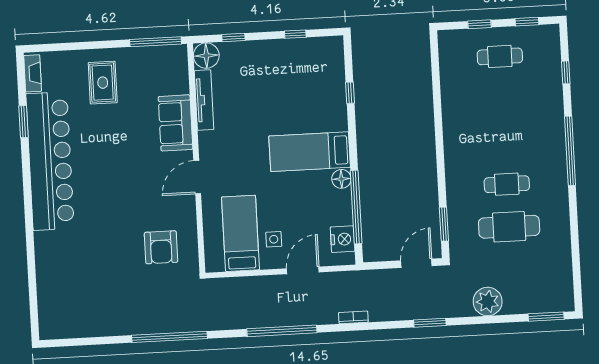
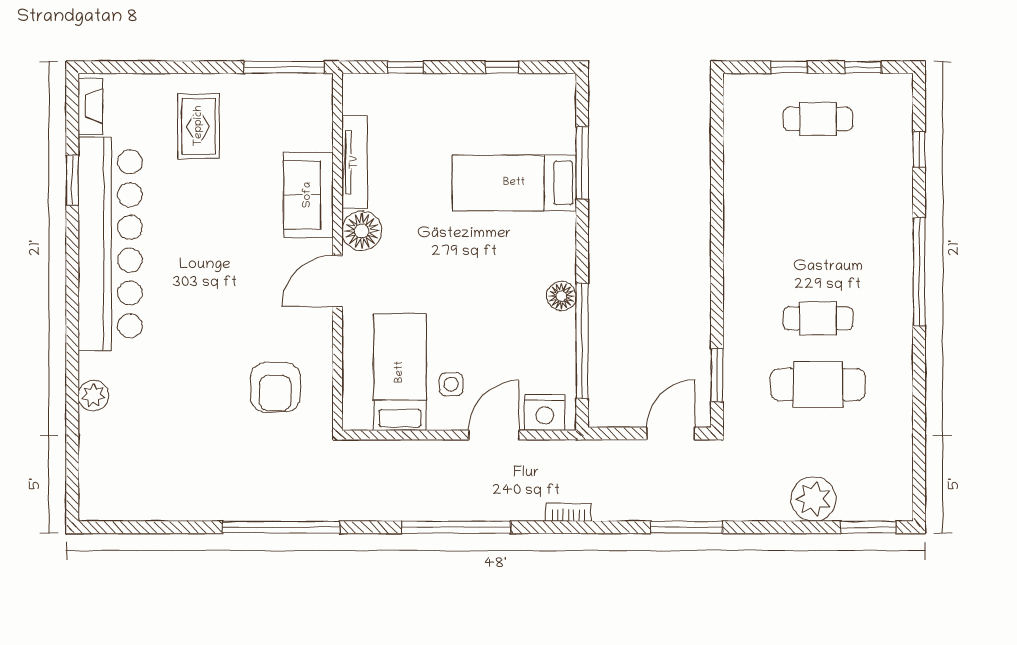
floor lamp: (206, 56) -> (362, 231), moved
window: (350, 93) -> (582, 163), width x2.17
bed: (310, 152) -> (514, 183), moved
nightstand: (343, 239) -> (545, 413), moved, turned 90
plant: (45, 259) -> (93, 396), added
plant: (488, 302) -> (814, 499), moved
window: (430, 323) -> (687, 527), width x1.44

